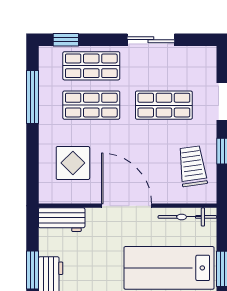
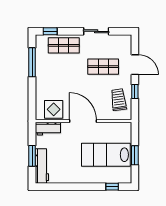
shop shelf: (91, 105) -> (64, 67), removed
display table: (73, 163) -> (54, 109), moved
bicycle: (187, 217) -> (116, 127), removed

